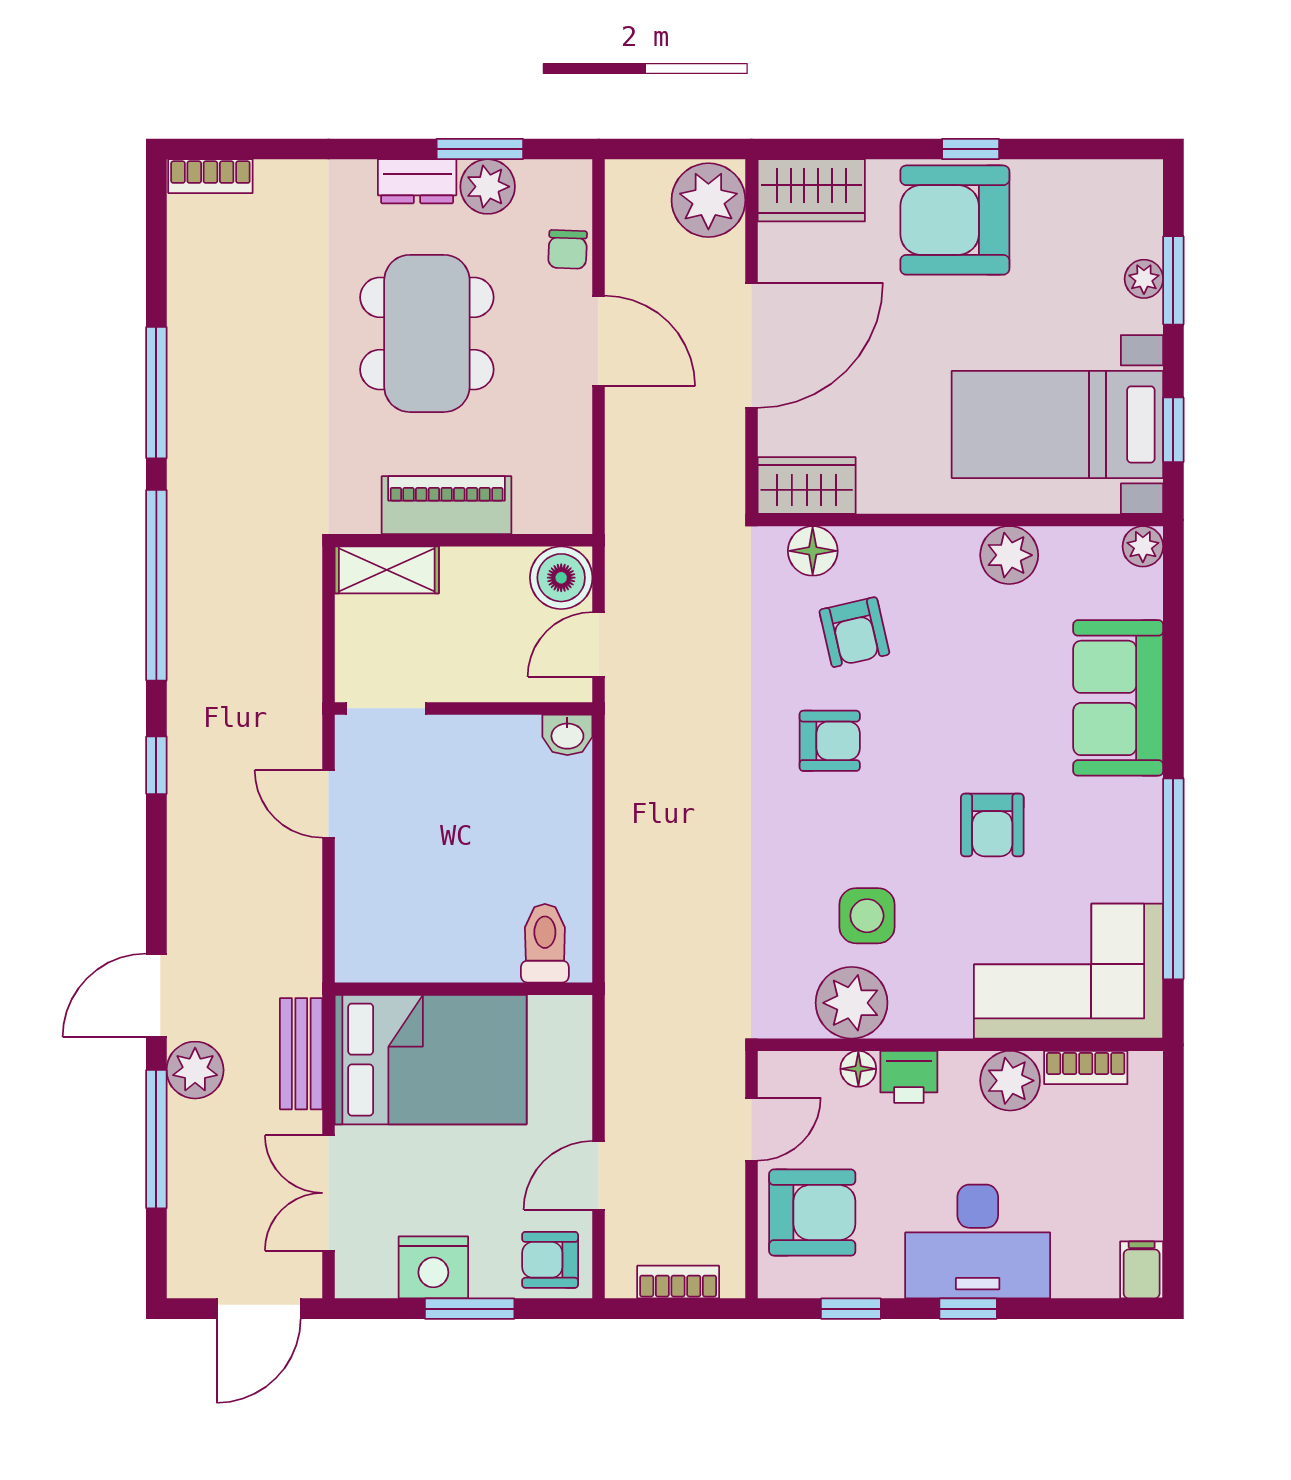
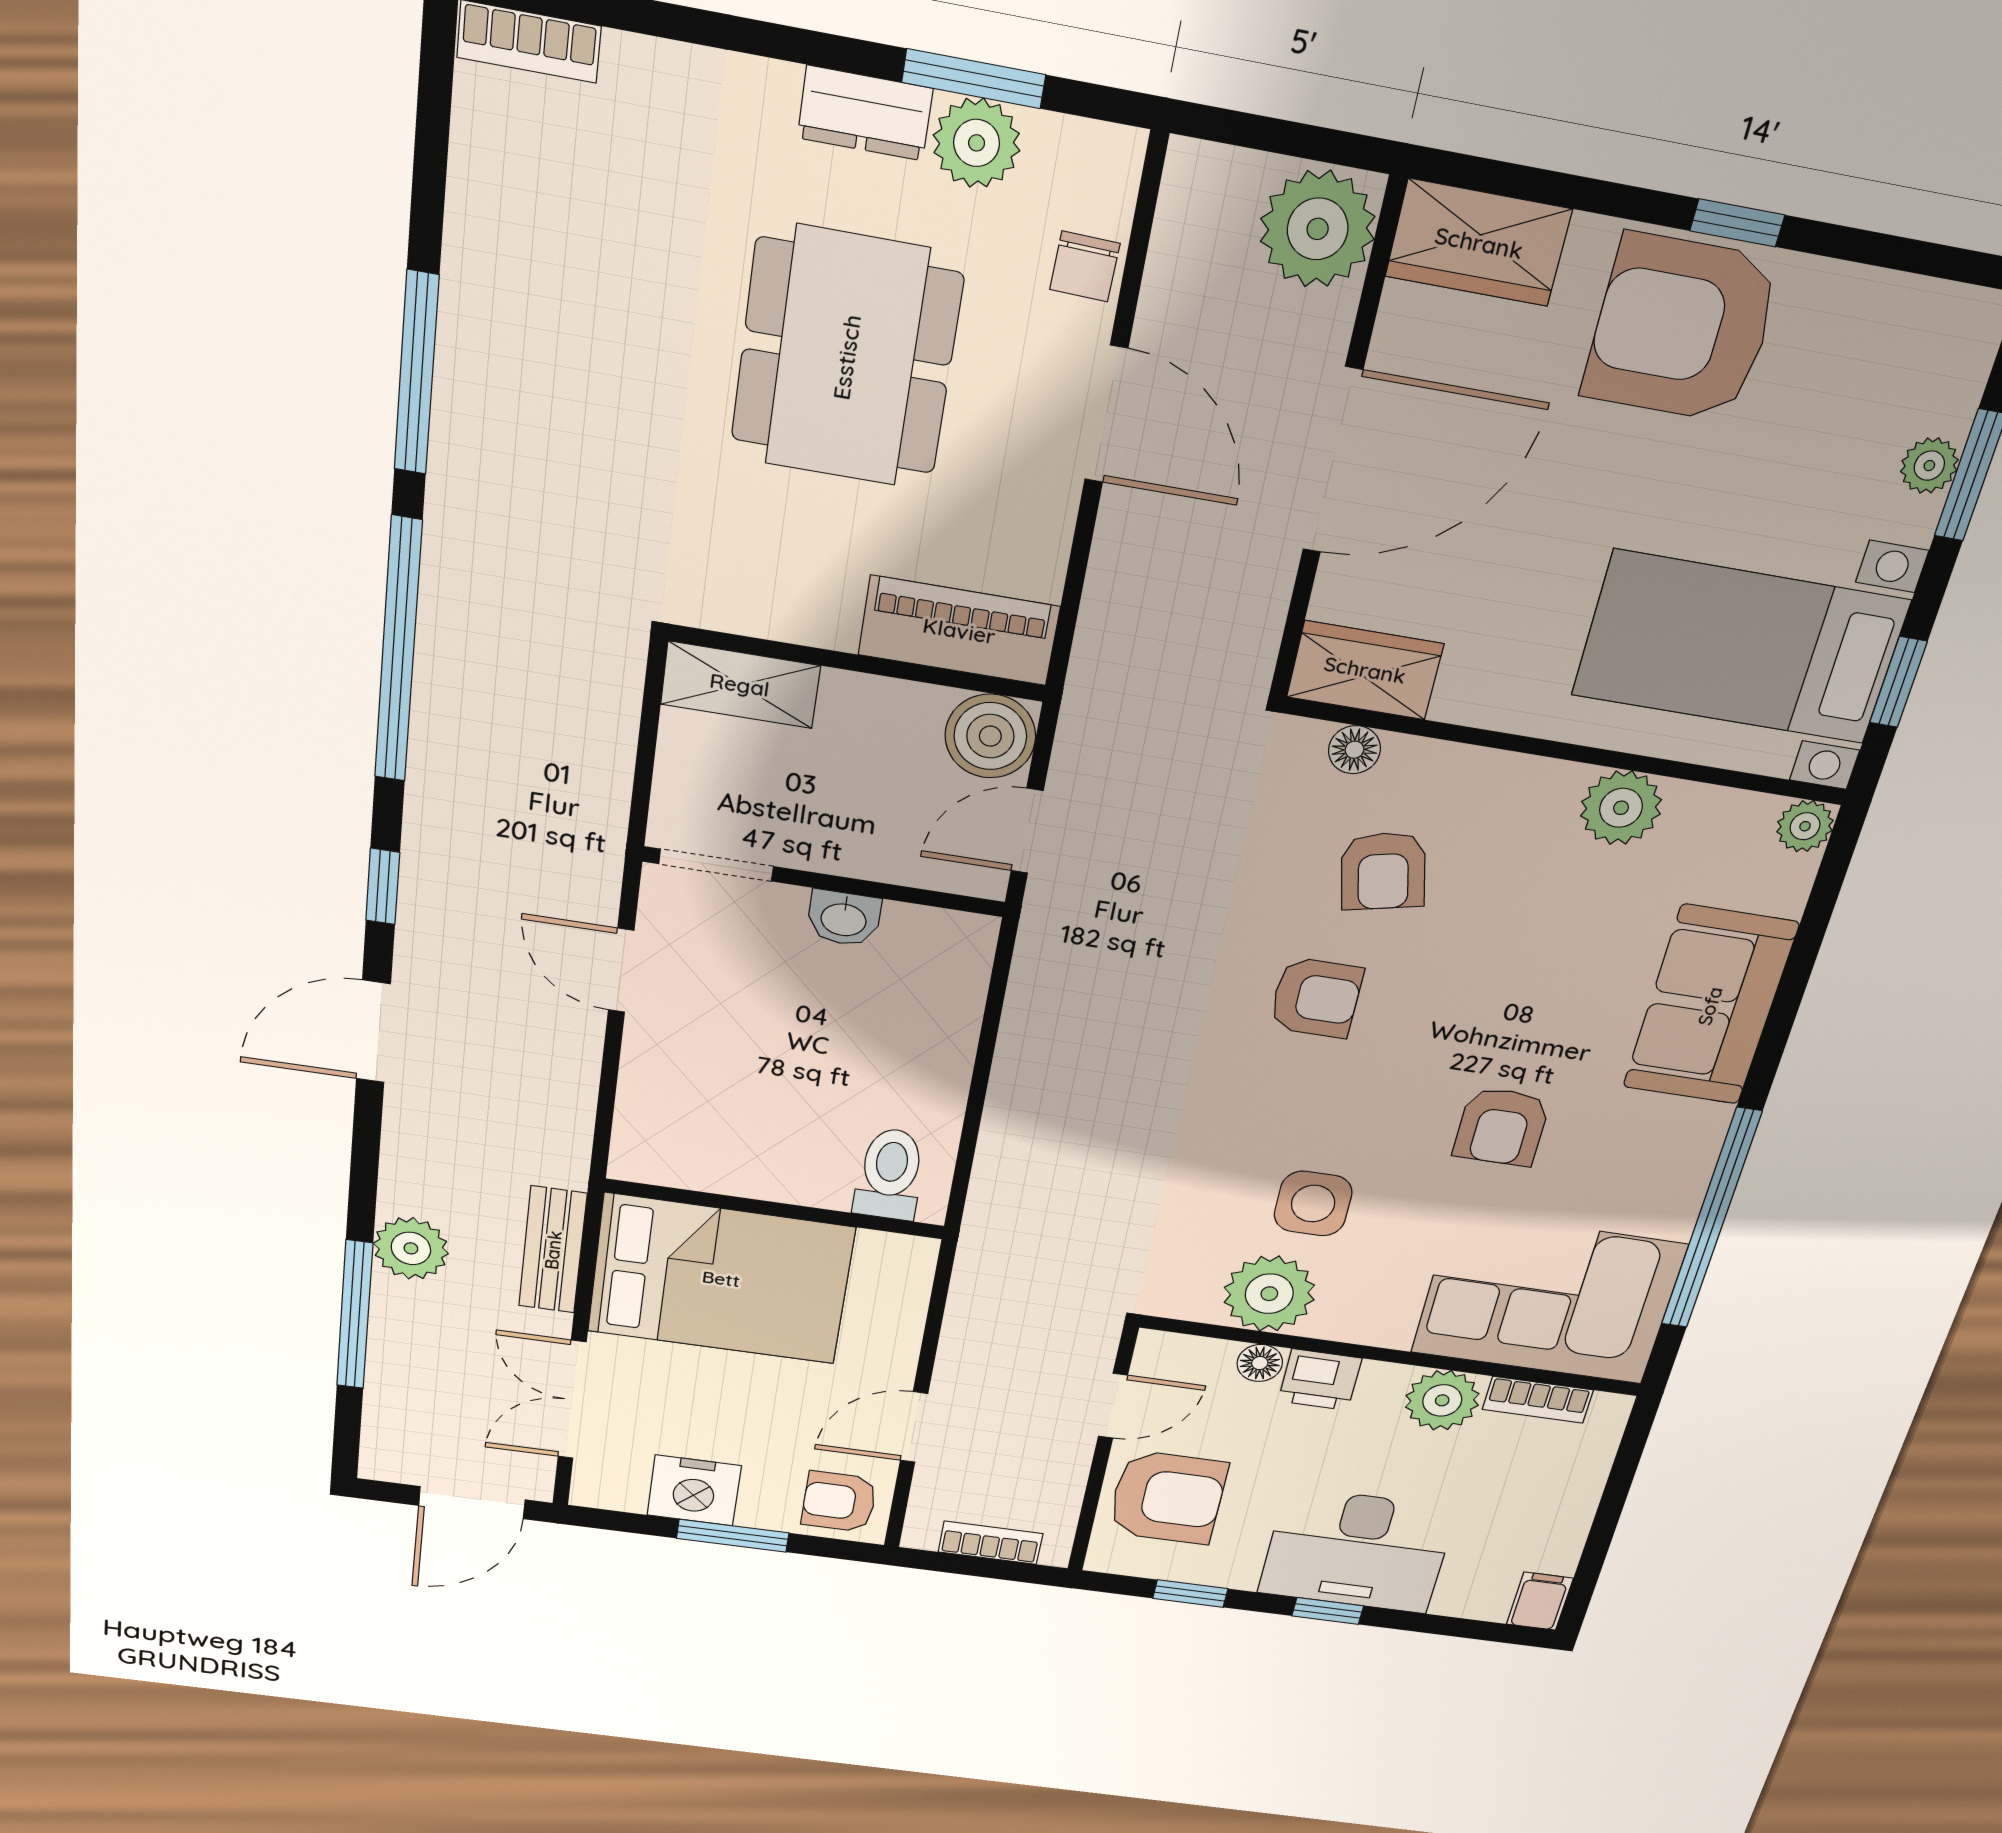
piano: (447, 505) -> (959, 631), moved
floor lamp: (813, 551) -> (1354, 750), width x0.73, depth x0.73
washbasin: (567, 735) -> (844, 918), moved
door: (156, 995) -> (373, 1032), moved

